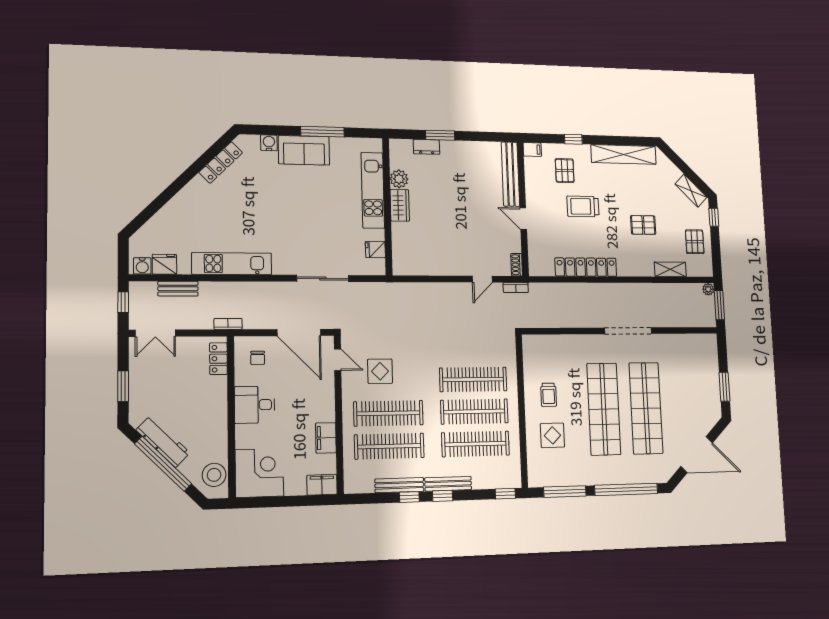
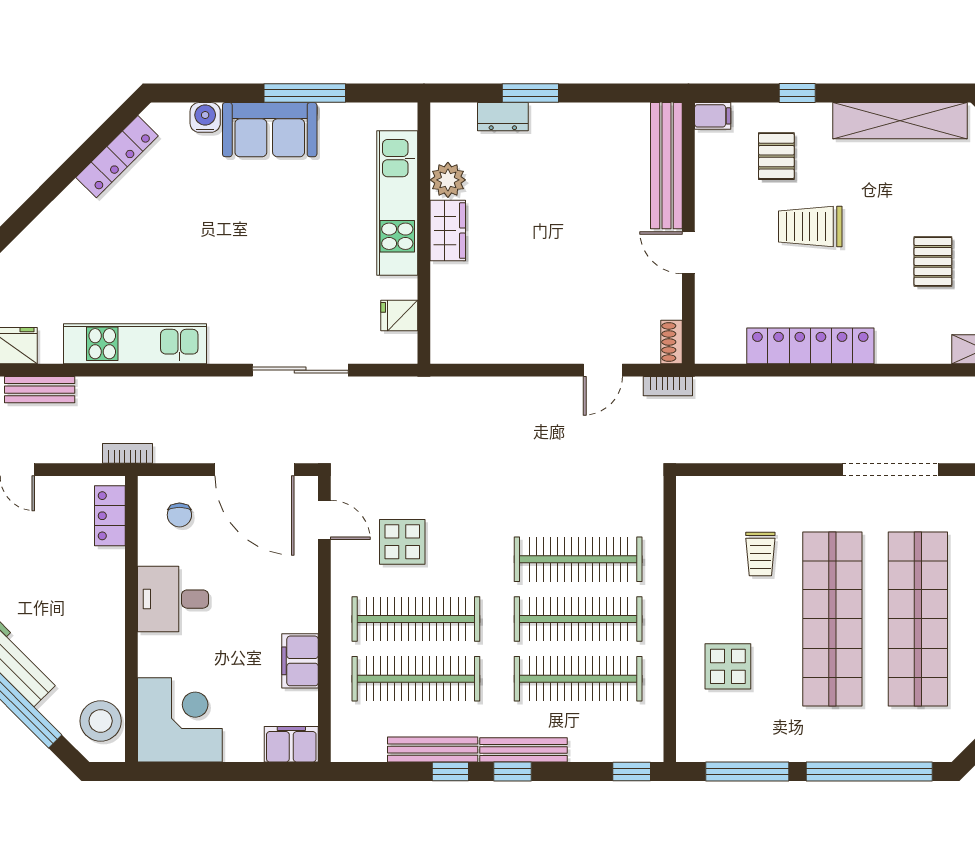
pallet: (643, 225) -> (933, 261), turned 90
trolley: (549, 395) -> (760, 554), moved

